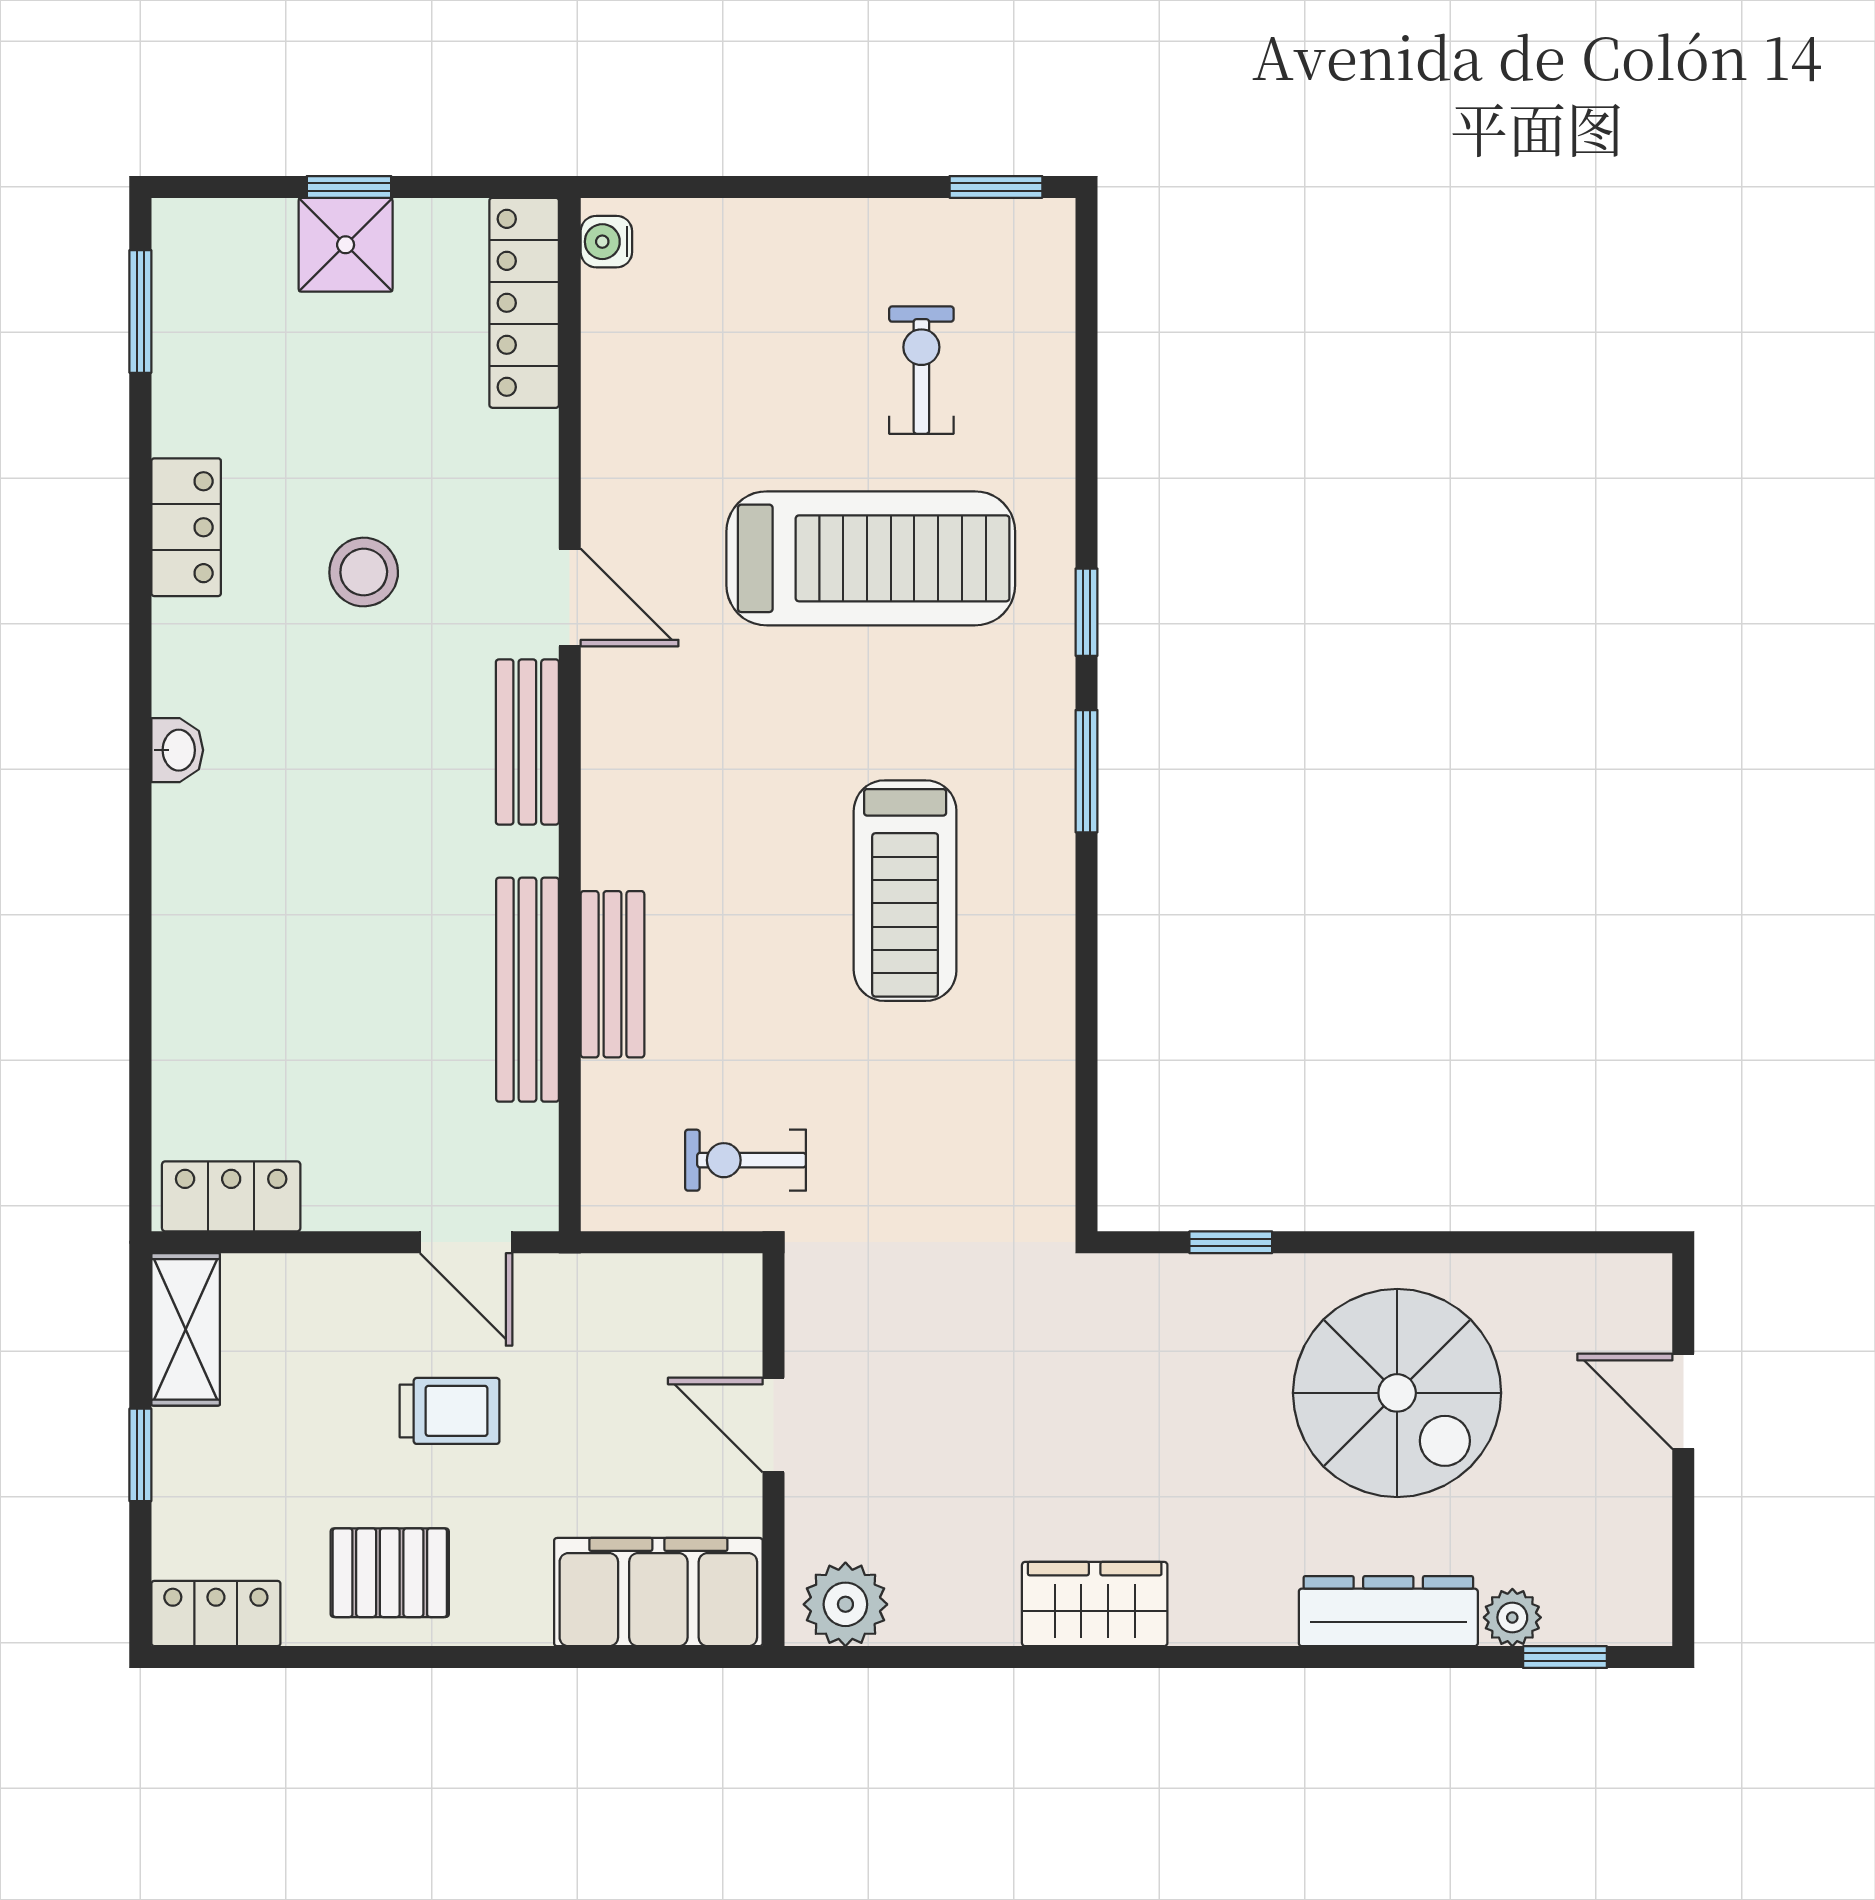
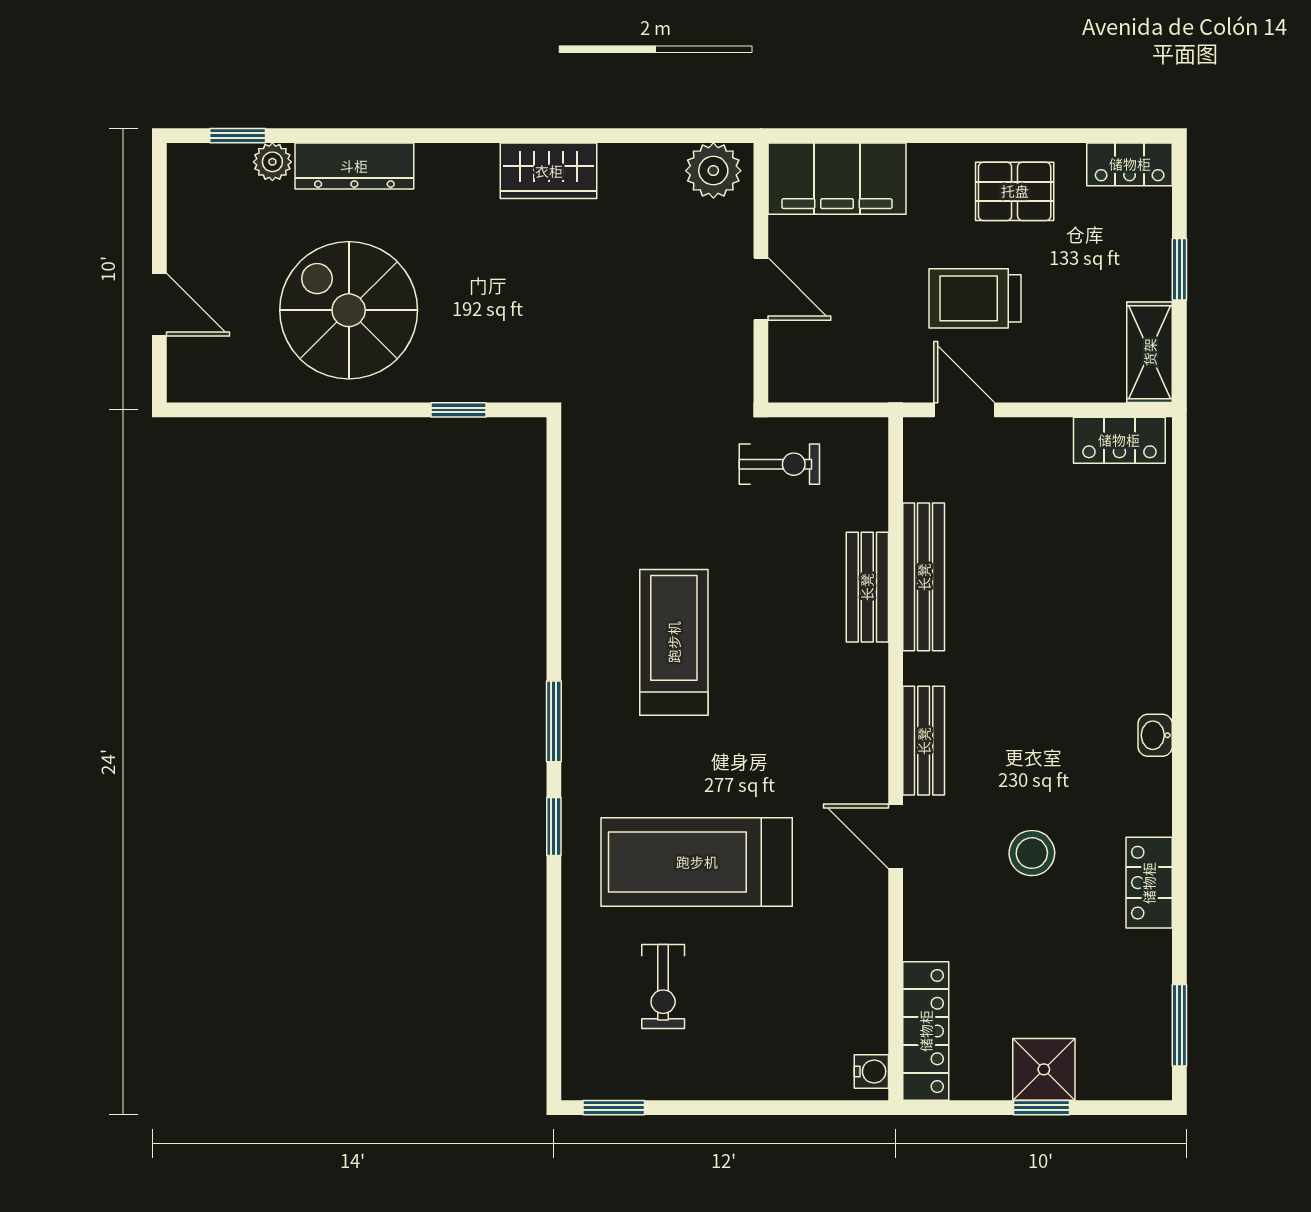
trolley: (450, 1411) -> (975, 298), width x1.36, depth x1.39

